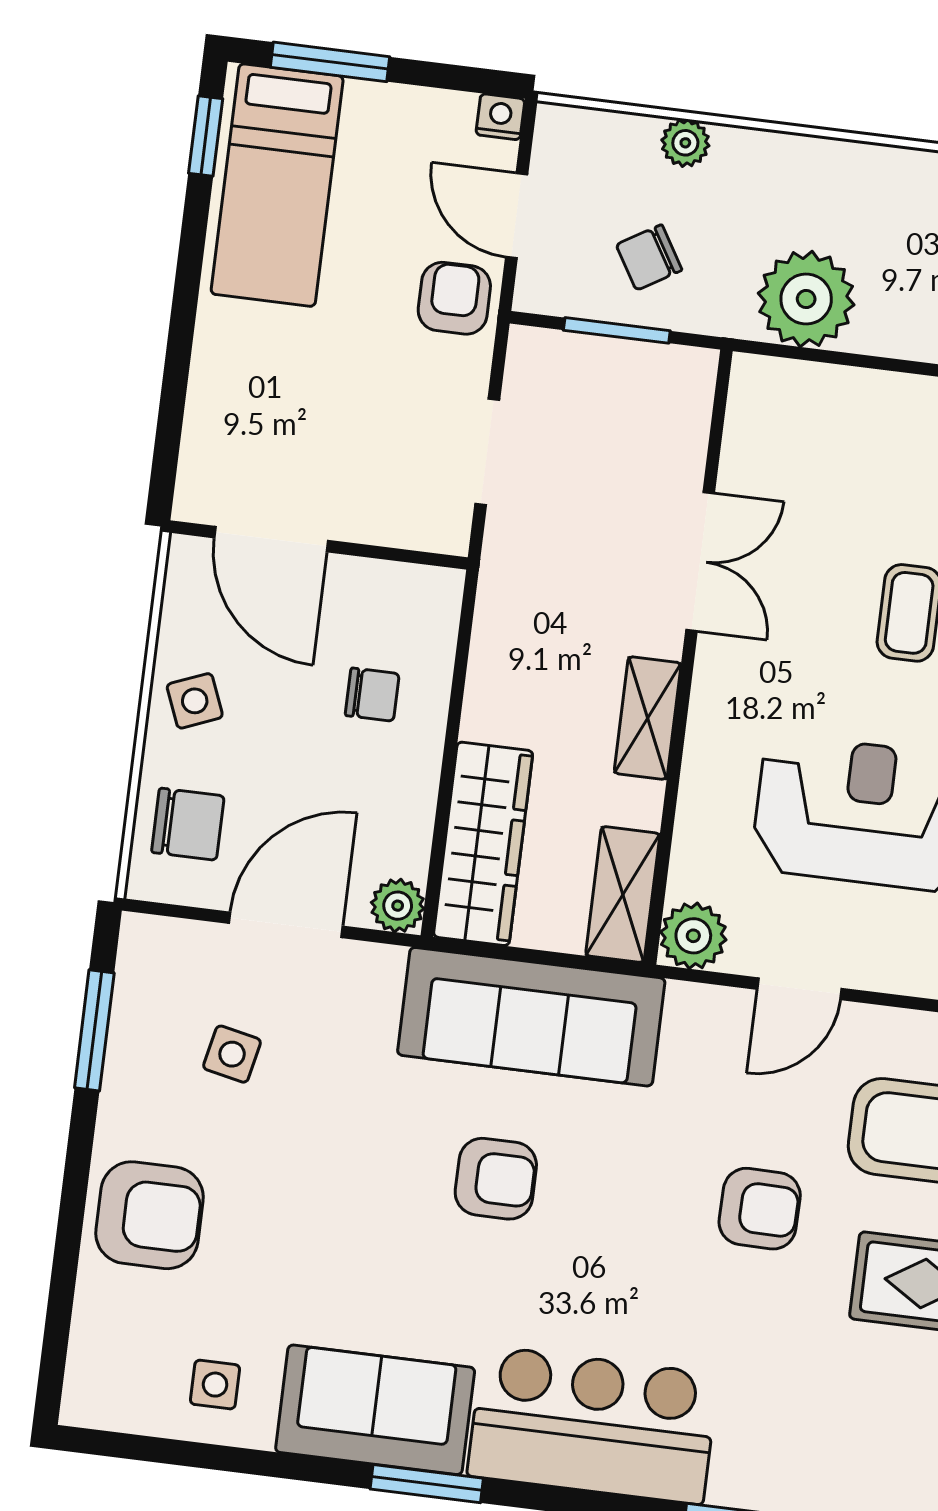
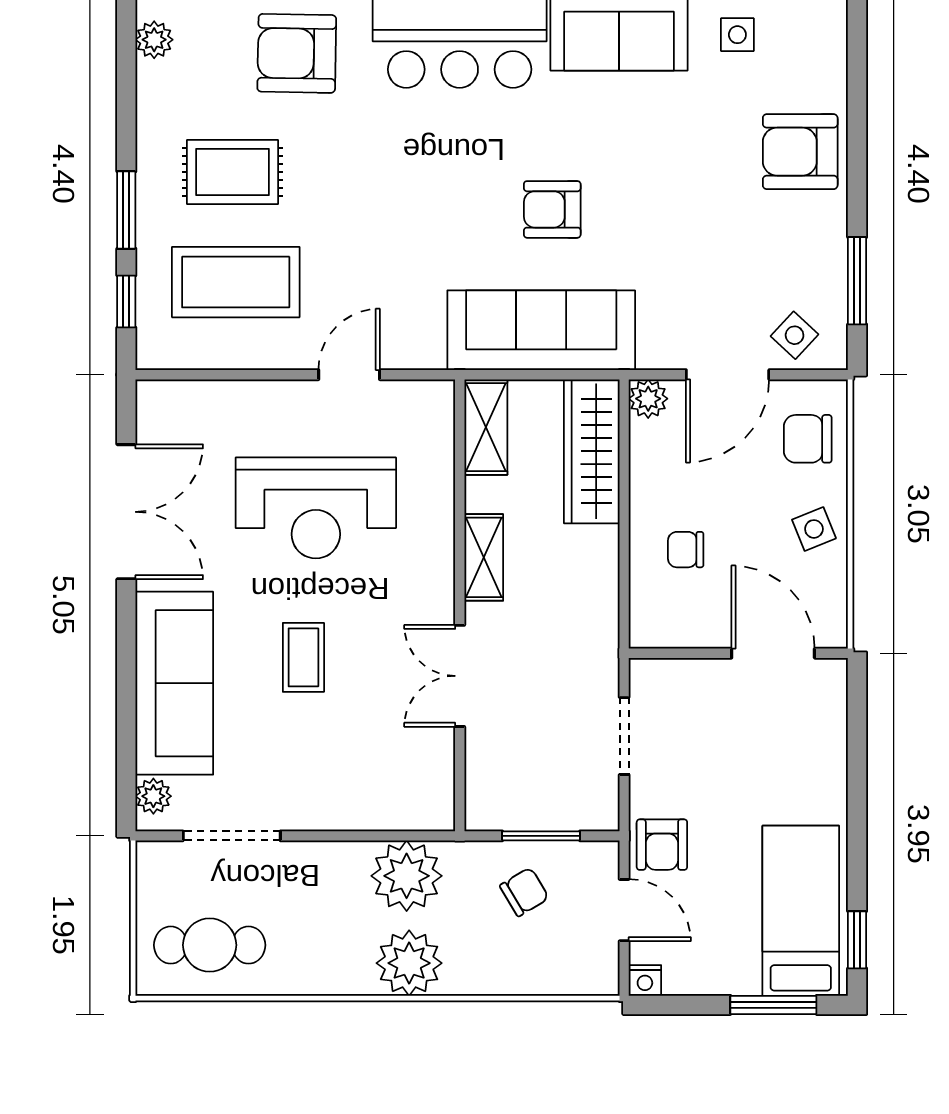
plant: (685, 143) -> (409, 963), moved, width x1.88, depth x1.88
plant: (693, 936) -> (431, 404), removed
side table: (232, 1054) -> (795, 335), moved, turned 31
armchair: (760, 1209) -> (297, 53), moved, width x1.38, depth x1.38

